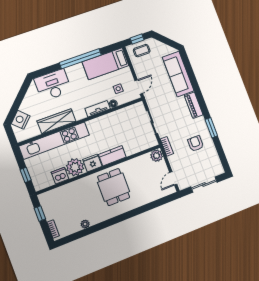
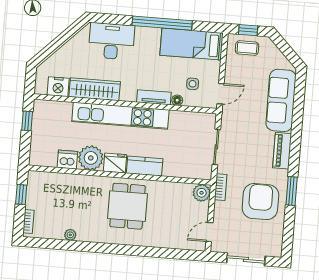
nightstand: (21, 120) -> (58, 87), moved, turned -135
kitchen unit: (54, 141) -> (120, 116), moved
armchair: (196, 144) -> (260, 202), width x1.88, depth x1.88
window: (26, 175) -> (27, 121), moved

